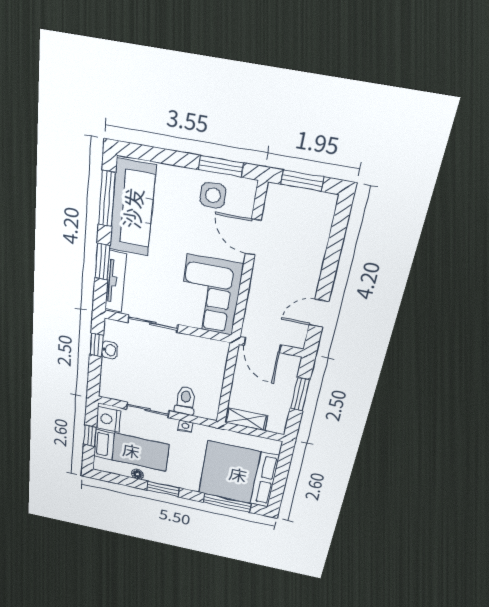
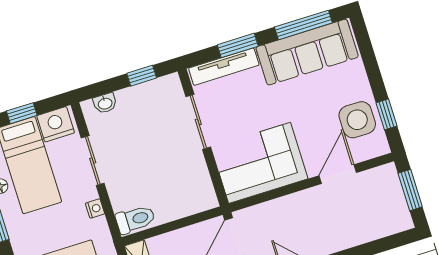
window: (221, 166) -> (387, 114), width x0.67
side table: (213, 195) -> (357, 120), width x1.37, depth x1.37
washbasin: (109, 350) -> (105, 103), moved
toilet: (185, 401) -> (135, 219), moved

